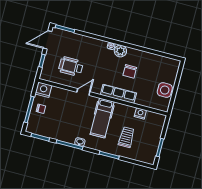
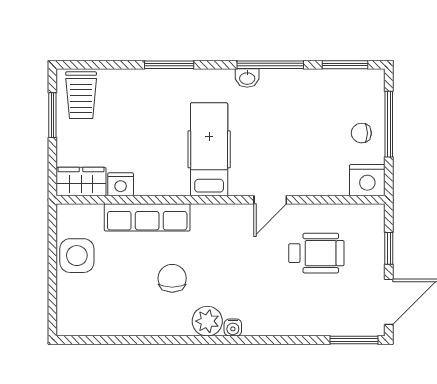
row of seats: (118, 94) -> (147, 217), moved
wardrobe: (155, 119) -> (81, 182), added
trolley: (126, 137) -> (81, 95), moved

